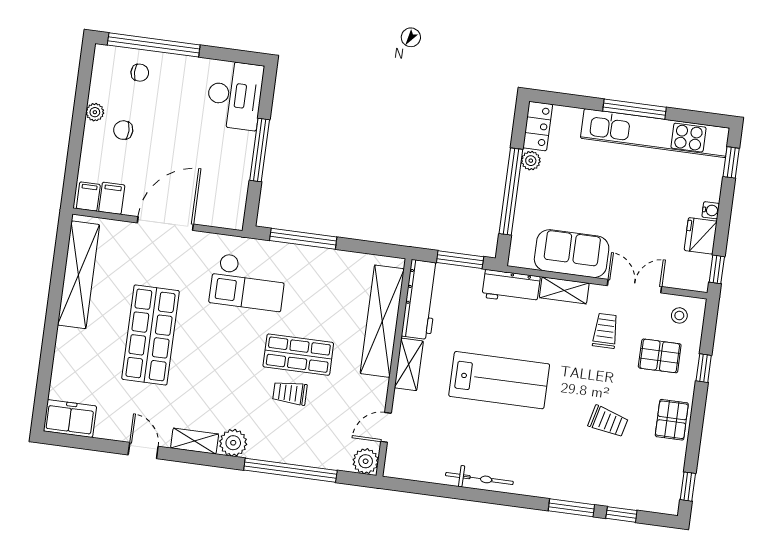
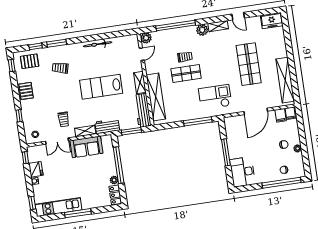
kitchen unit: (655, 133) -> (58, 207), width x0.73
pallet: (660, 356) -> (30, 61), moved
trolley: (608, 422) -> (60, 68), moved

